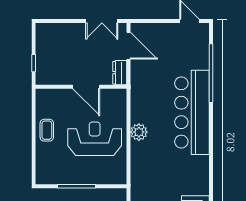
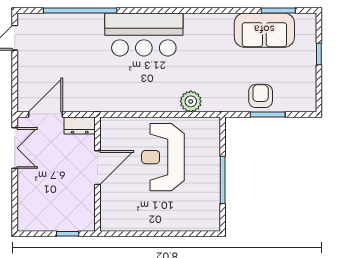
bar counter: (192, 112) -> (144, 34), width x0.73
coffee table: (47, 130) -> (152, 217), removed
plant: (139, 132) -> (191, 101), moved

